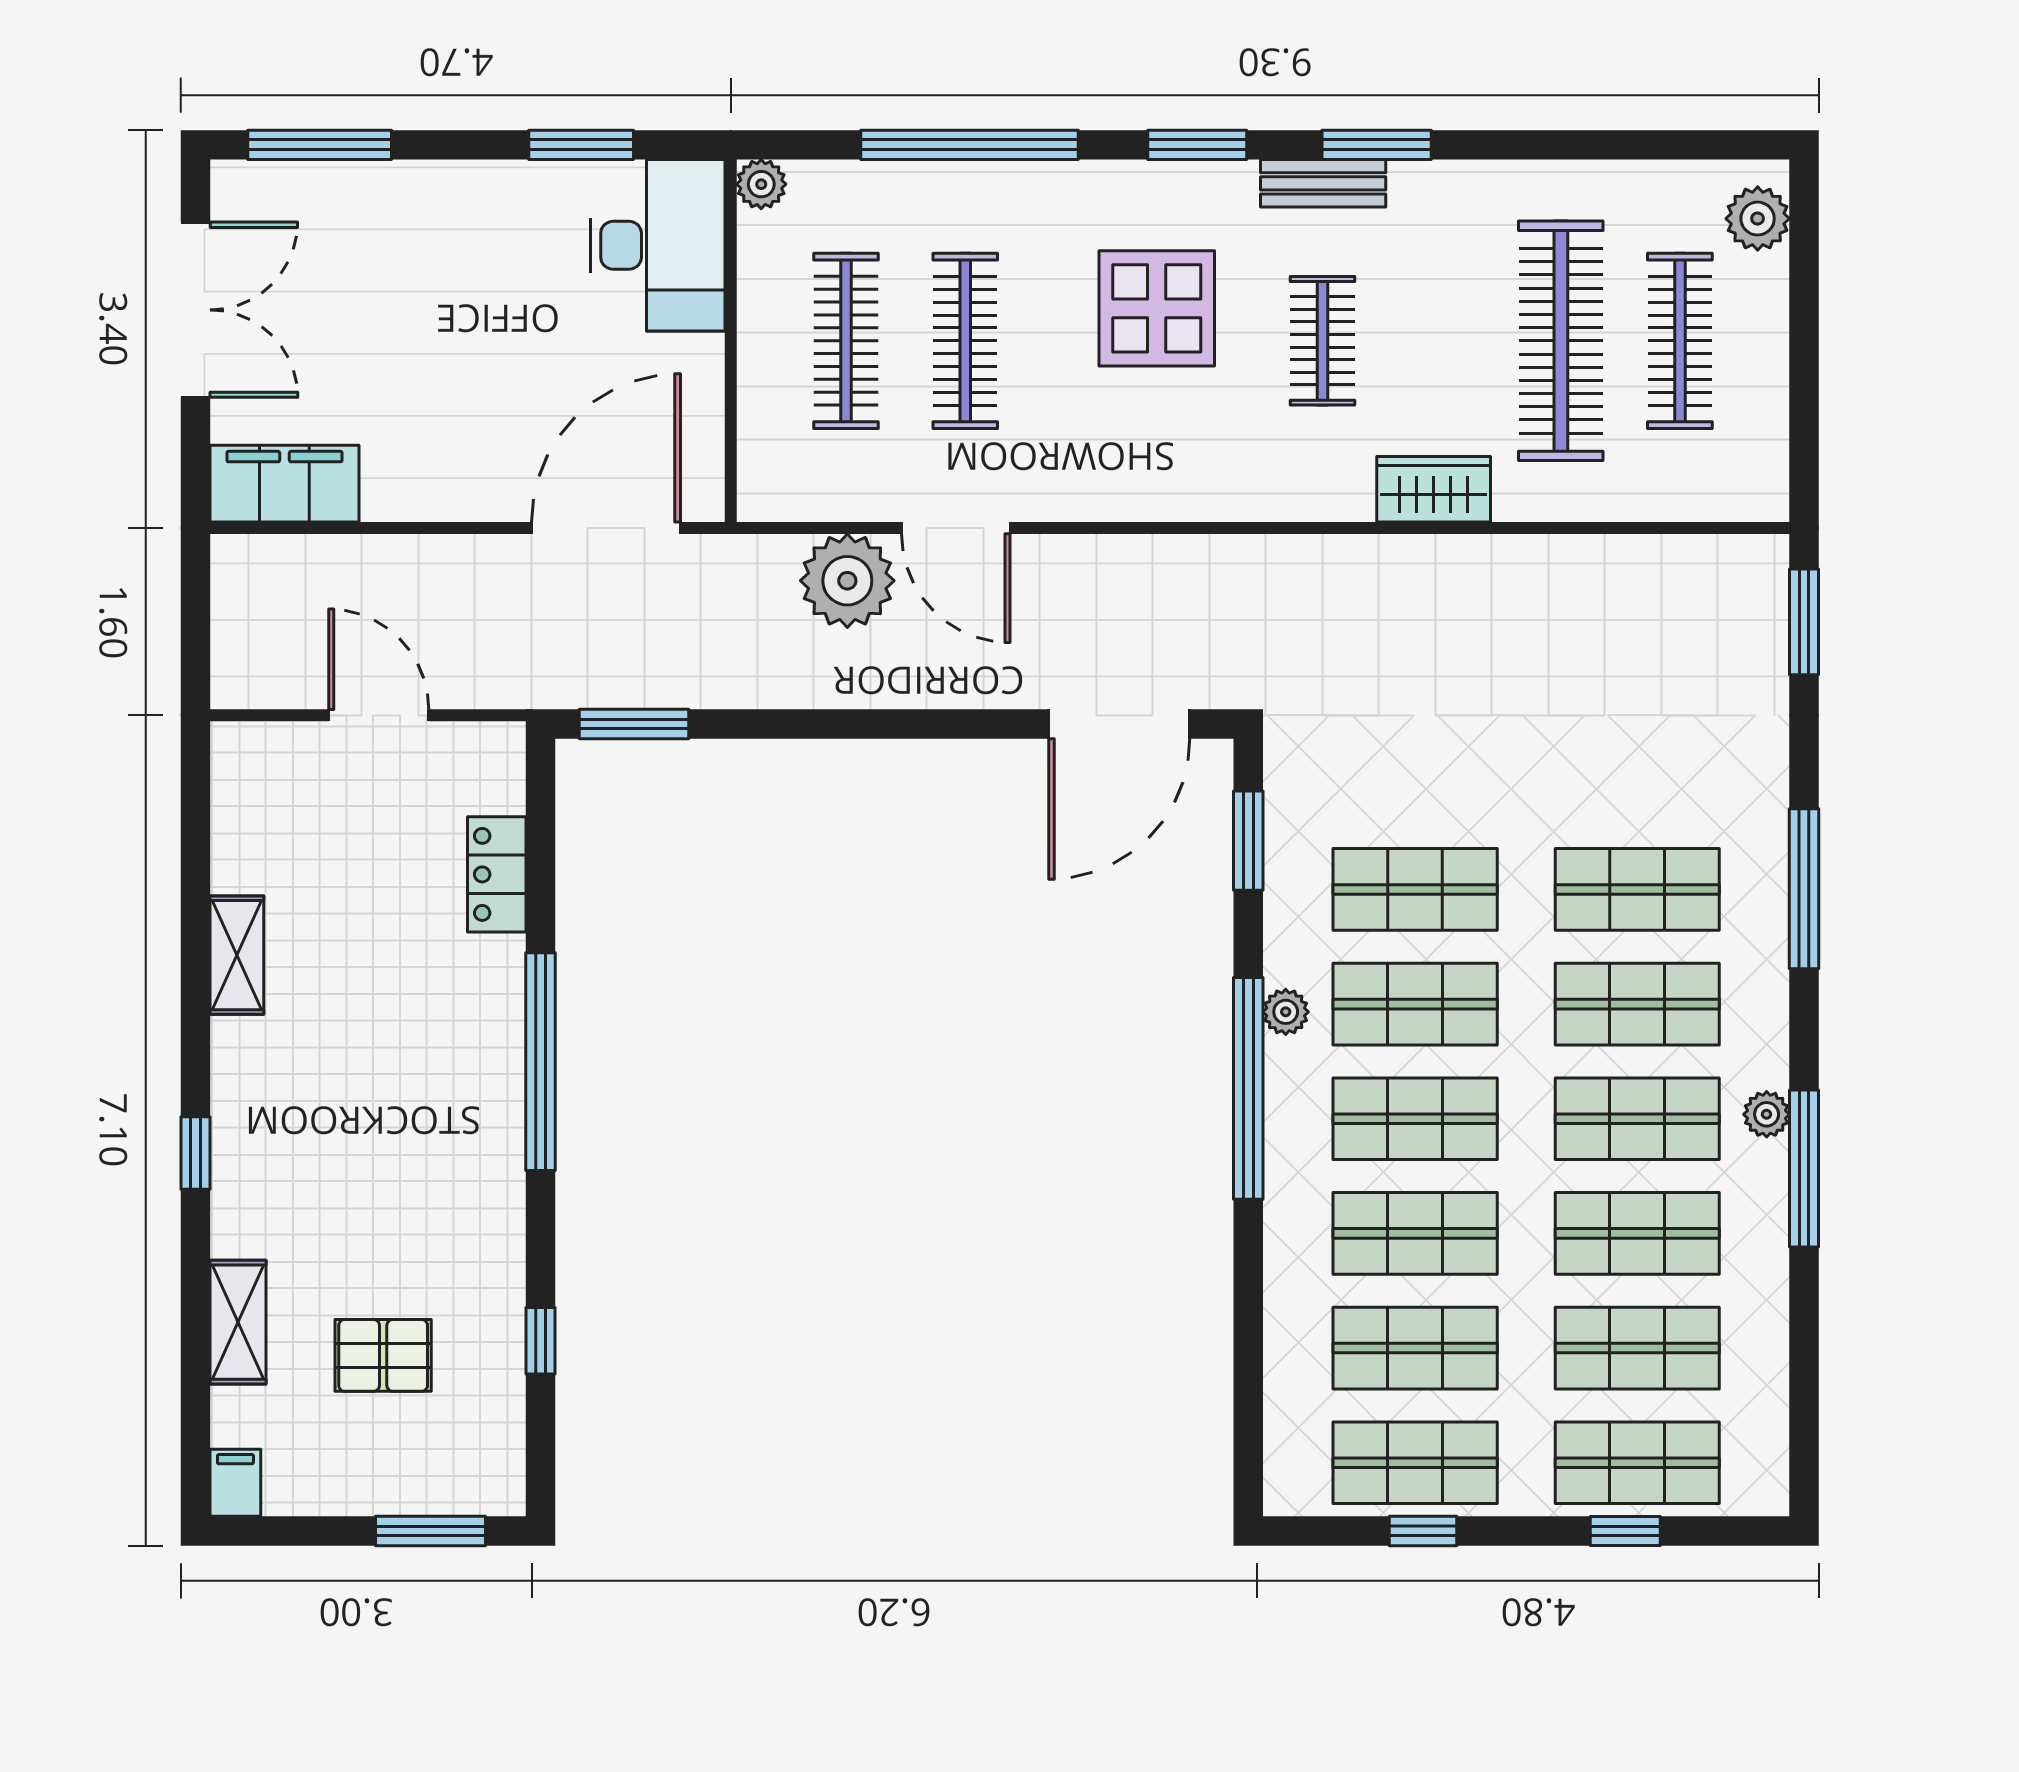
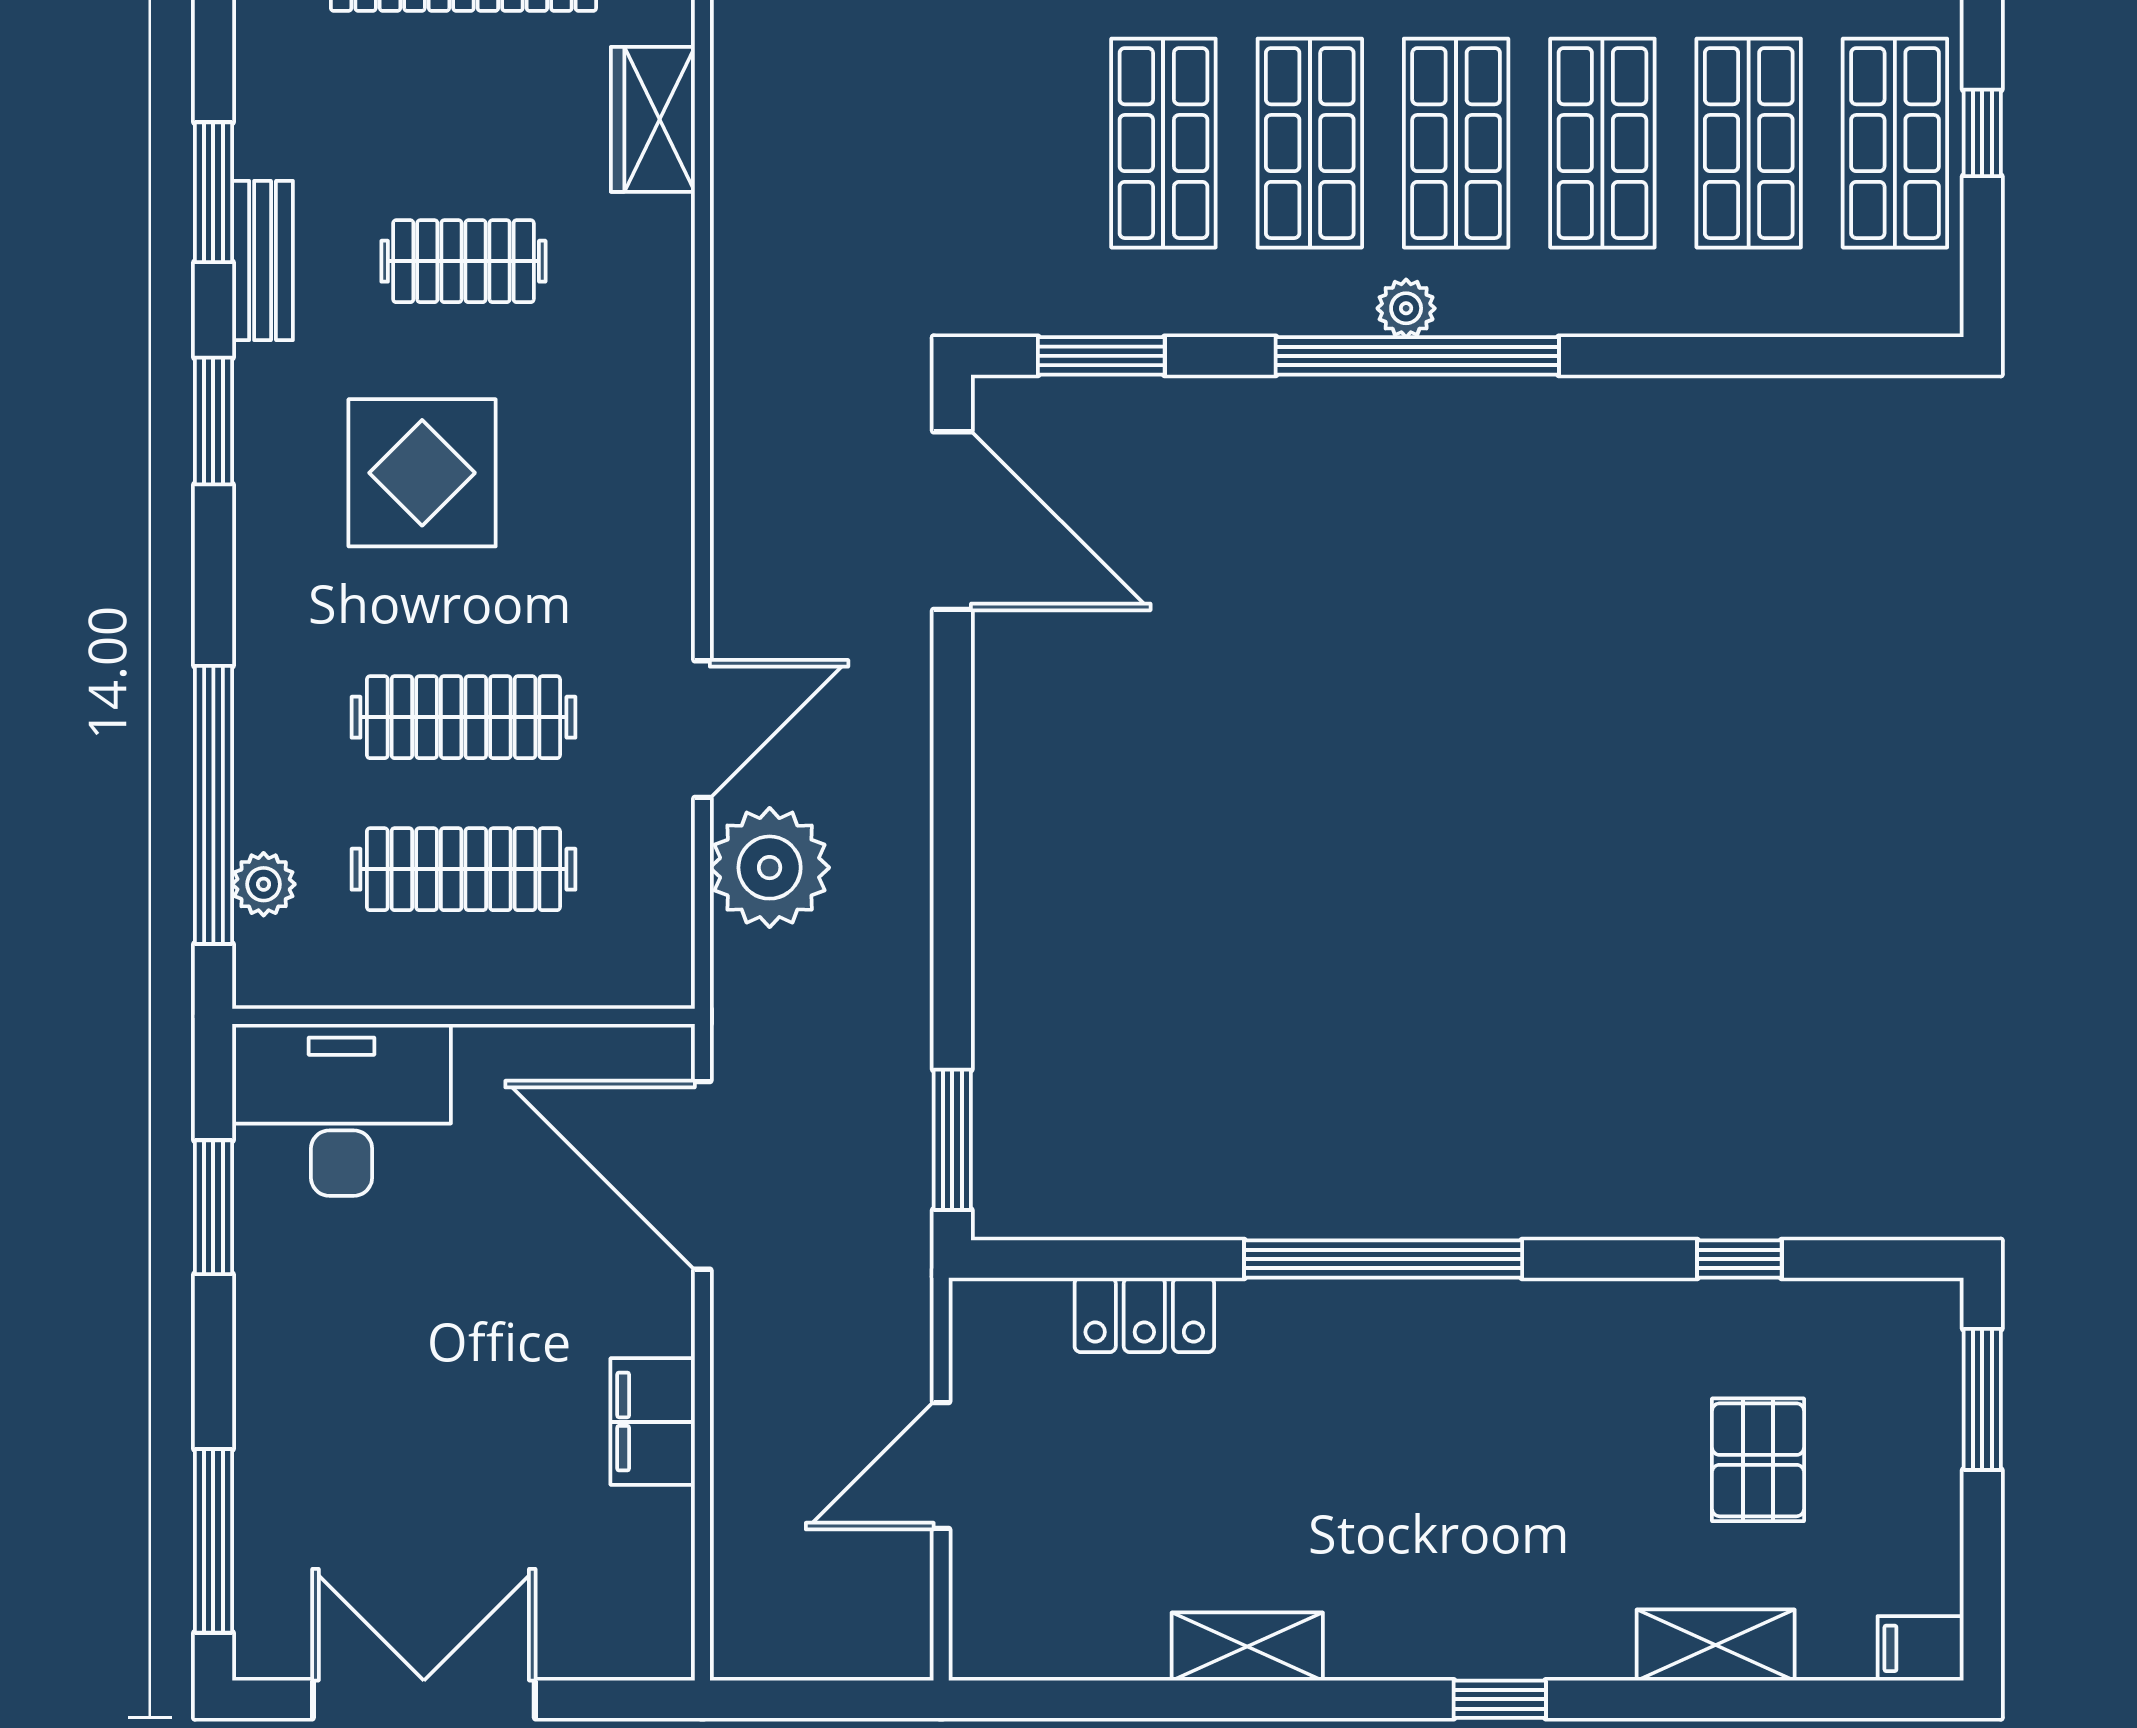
window: (969, 145) -> (213, 805), moved
plant: (761, 184) -> (264, 884), moved
filing cabinet: (285, 484) -> (653, 1422), moved, width x0.67, depth x0.86
plant: (1286, 1012) -> (1406, 308), moved

